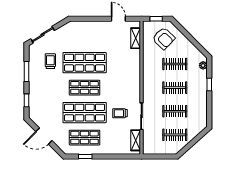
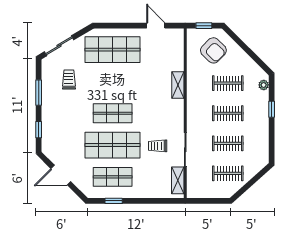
shelving: (136, 38) -> (178, 85), moved
shop shelf: (85, 63) -> (113, 50), moved

